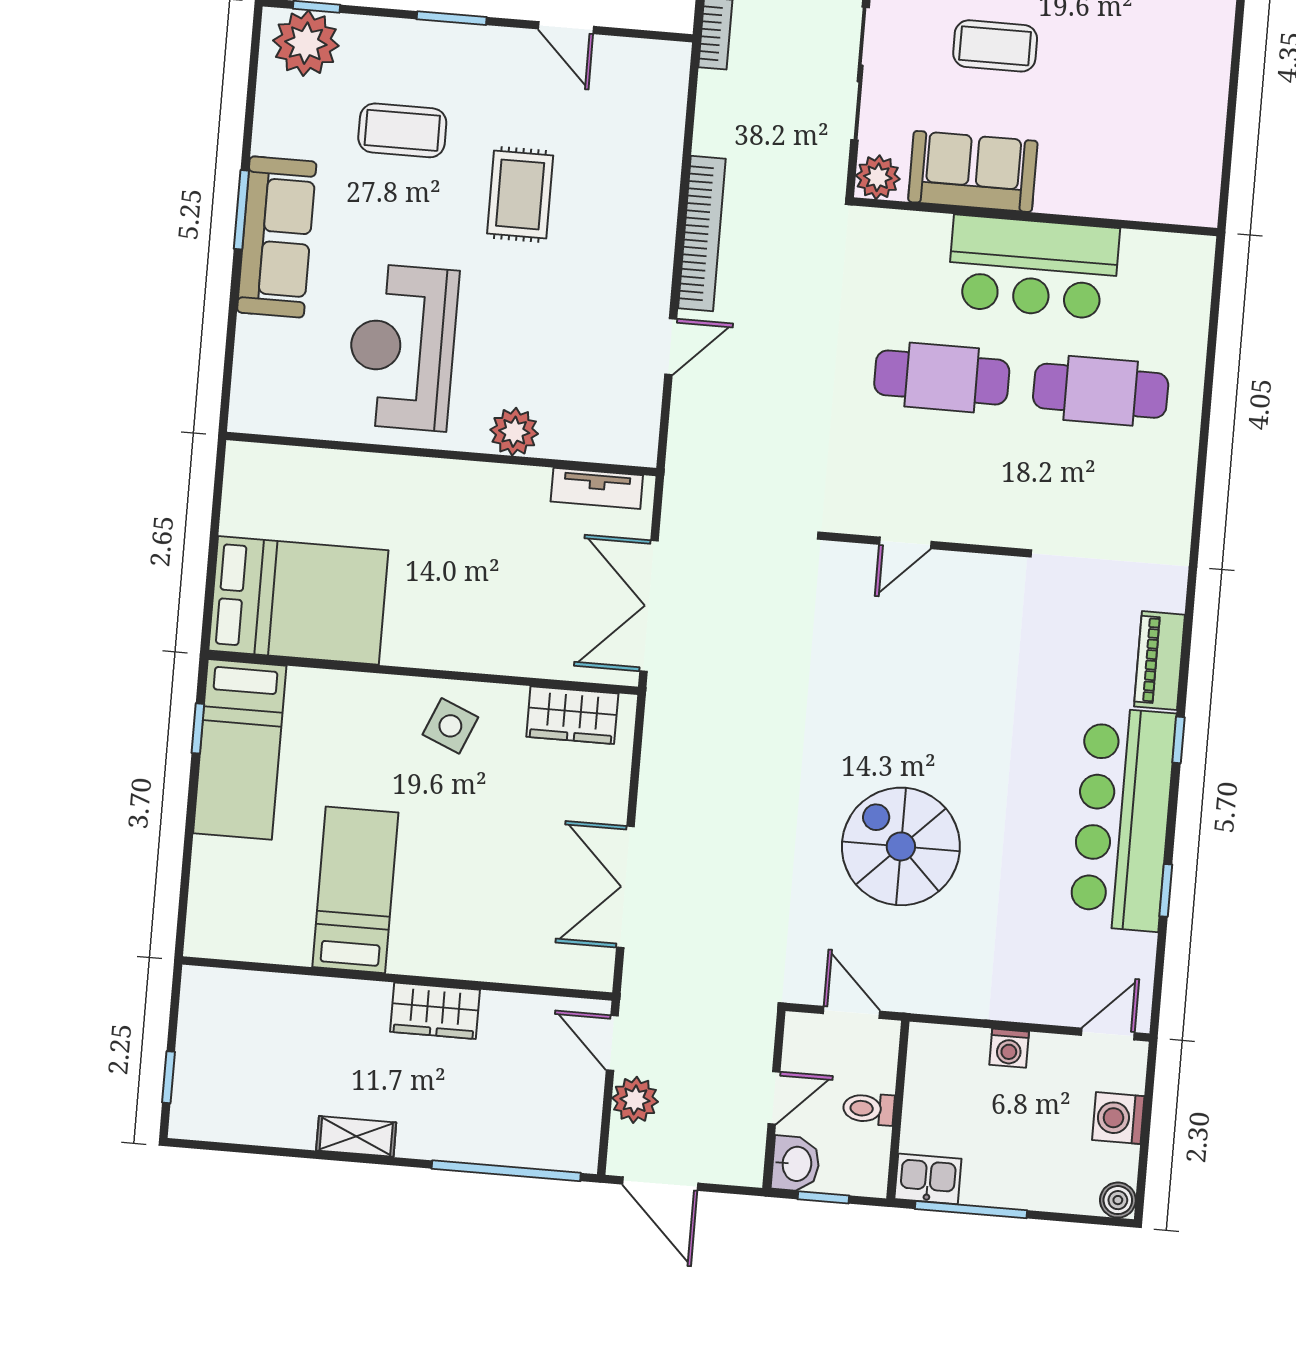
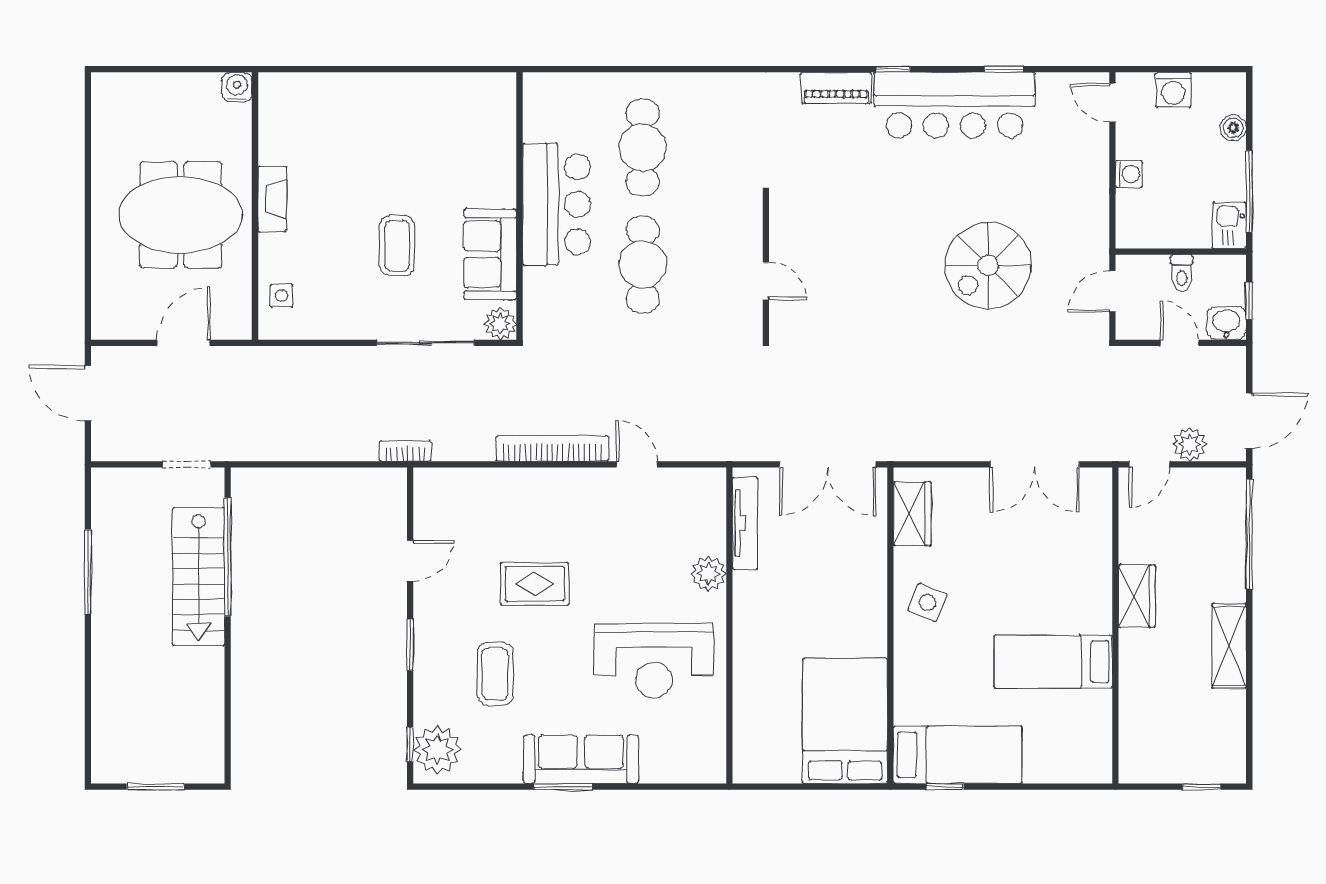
tv unit: (597, 488) -> (745, 523), width x1.41
shelving: (356, 1136) -> (1229, 646), width x1.50, depth x1.33
boiler: (1118, 1200) -> (1233, 128), moved

